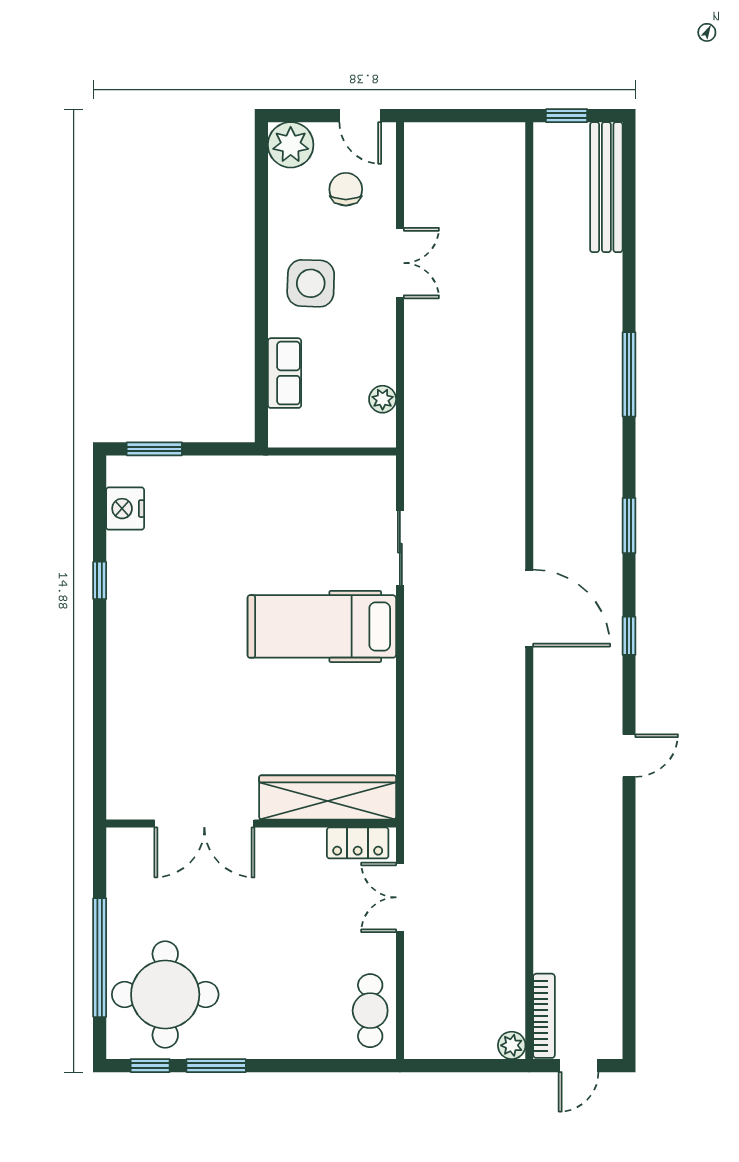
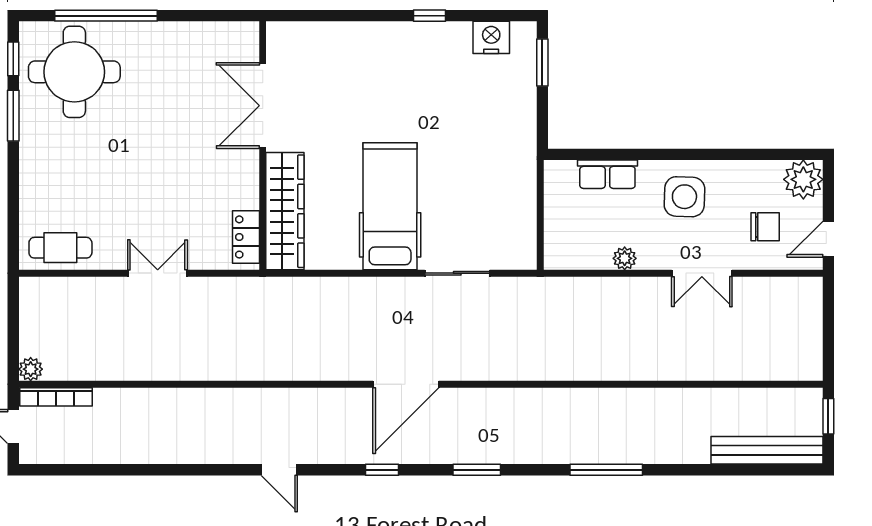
plant: (383, 399) -> (625, 258), moved
wardrobe: (328, 797) -> (285, 211), moved
double door: (204, 824) -> (263, 106), moved
wall: (251, 824) -> (263, 145), moved
locker: (358, 843) -> (246, 237), moved

